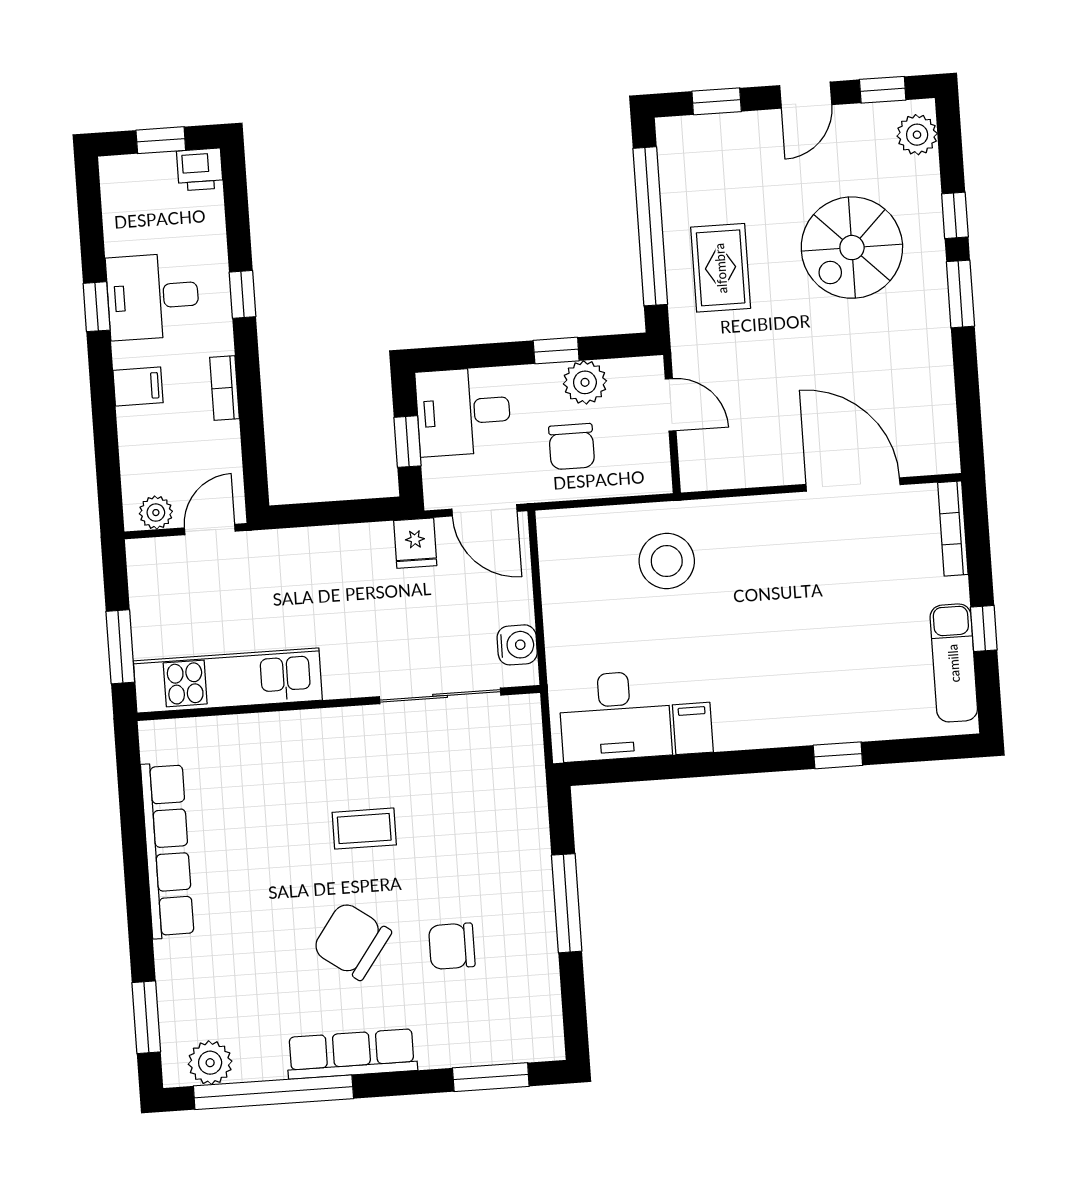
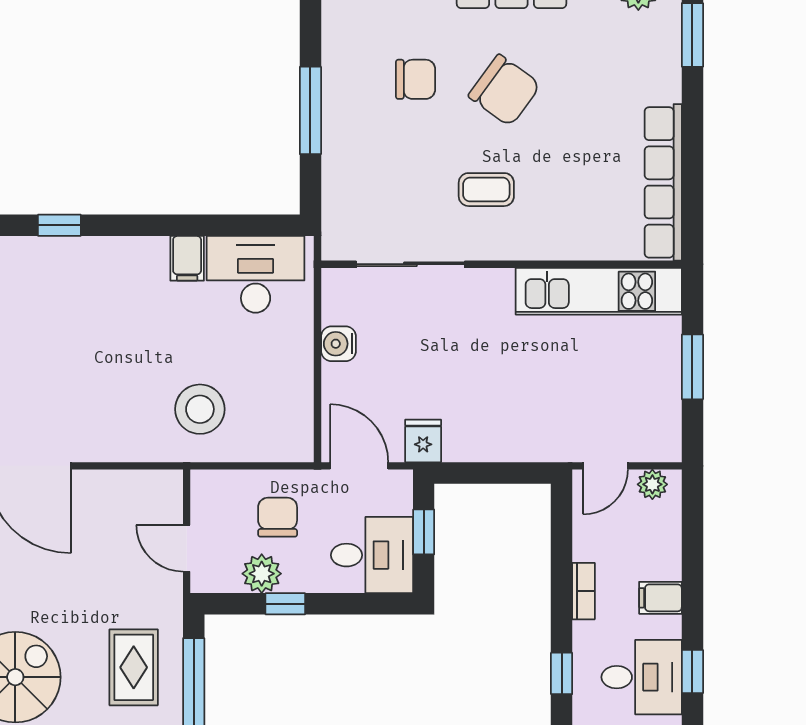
kitchen unit: (228, 680) -> (599, 291), moved
sliding door: (440, 696) -> (410, 264), moved
wall: (339, 703) -> (501, 264), moved

